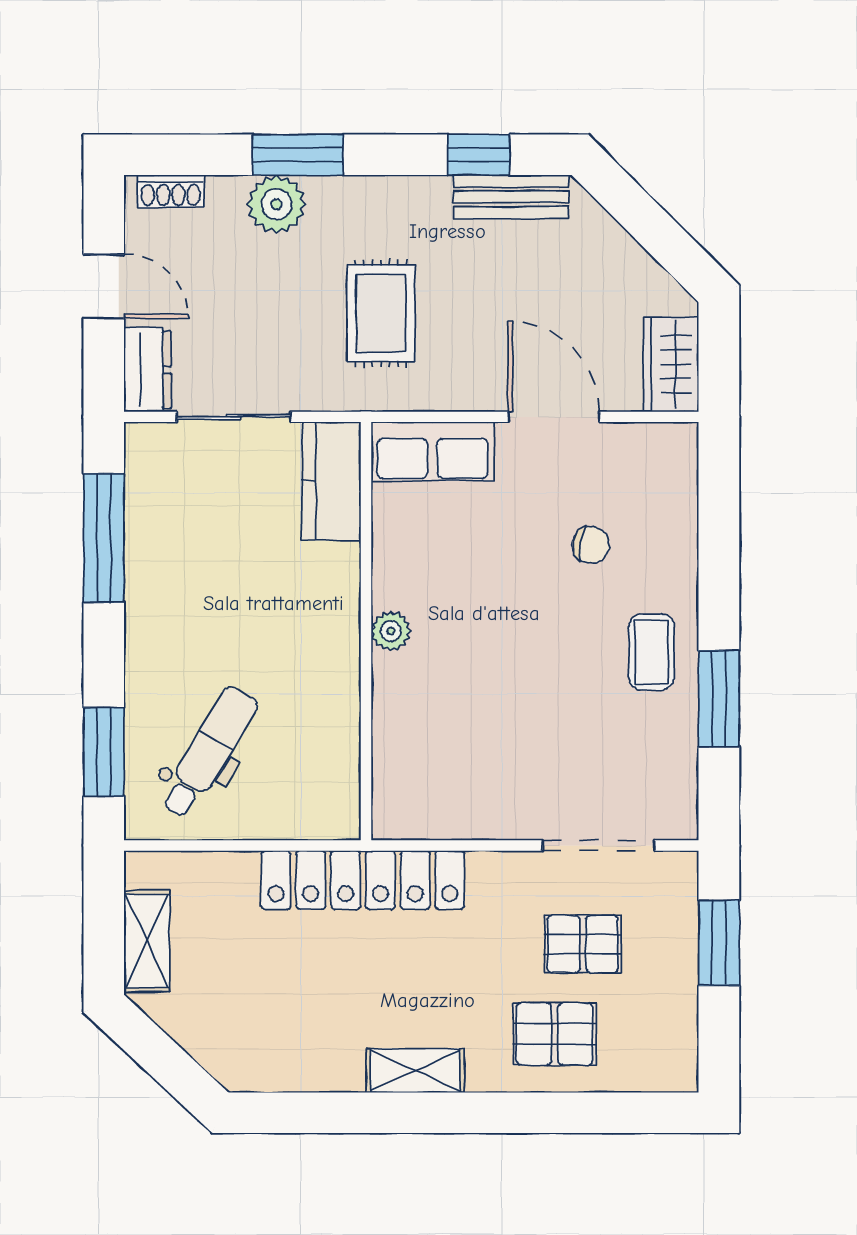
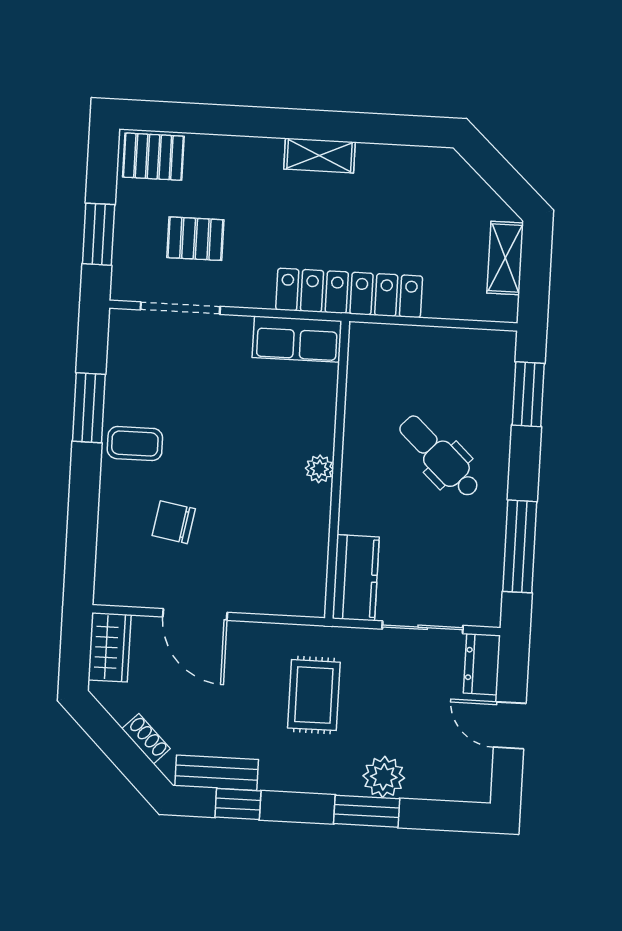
shoe rack: (171, 191) -> (146, 739), moved, turned 45
row of seats: (432, 451) -> (297, 339), moved, turned 180
chair: (591, 545) -> (174, 522), width x1.37, depth x1.37
coffee table: (652, 652) -> (135, 444), turned 90
dental chair: (209, 752) -> (440, 457), moved, turned 102
pallet: (555, 1034) -> (153, 157), moved

